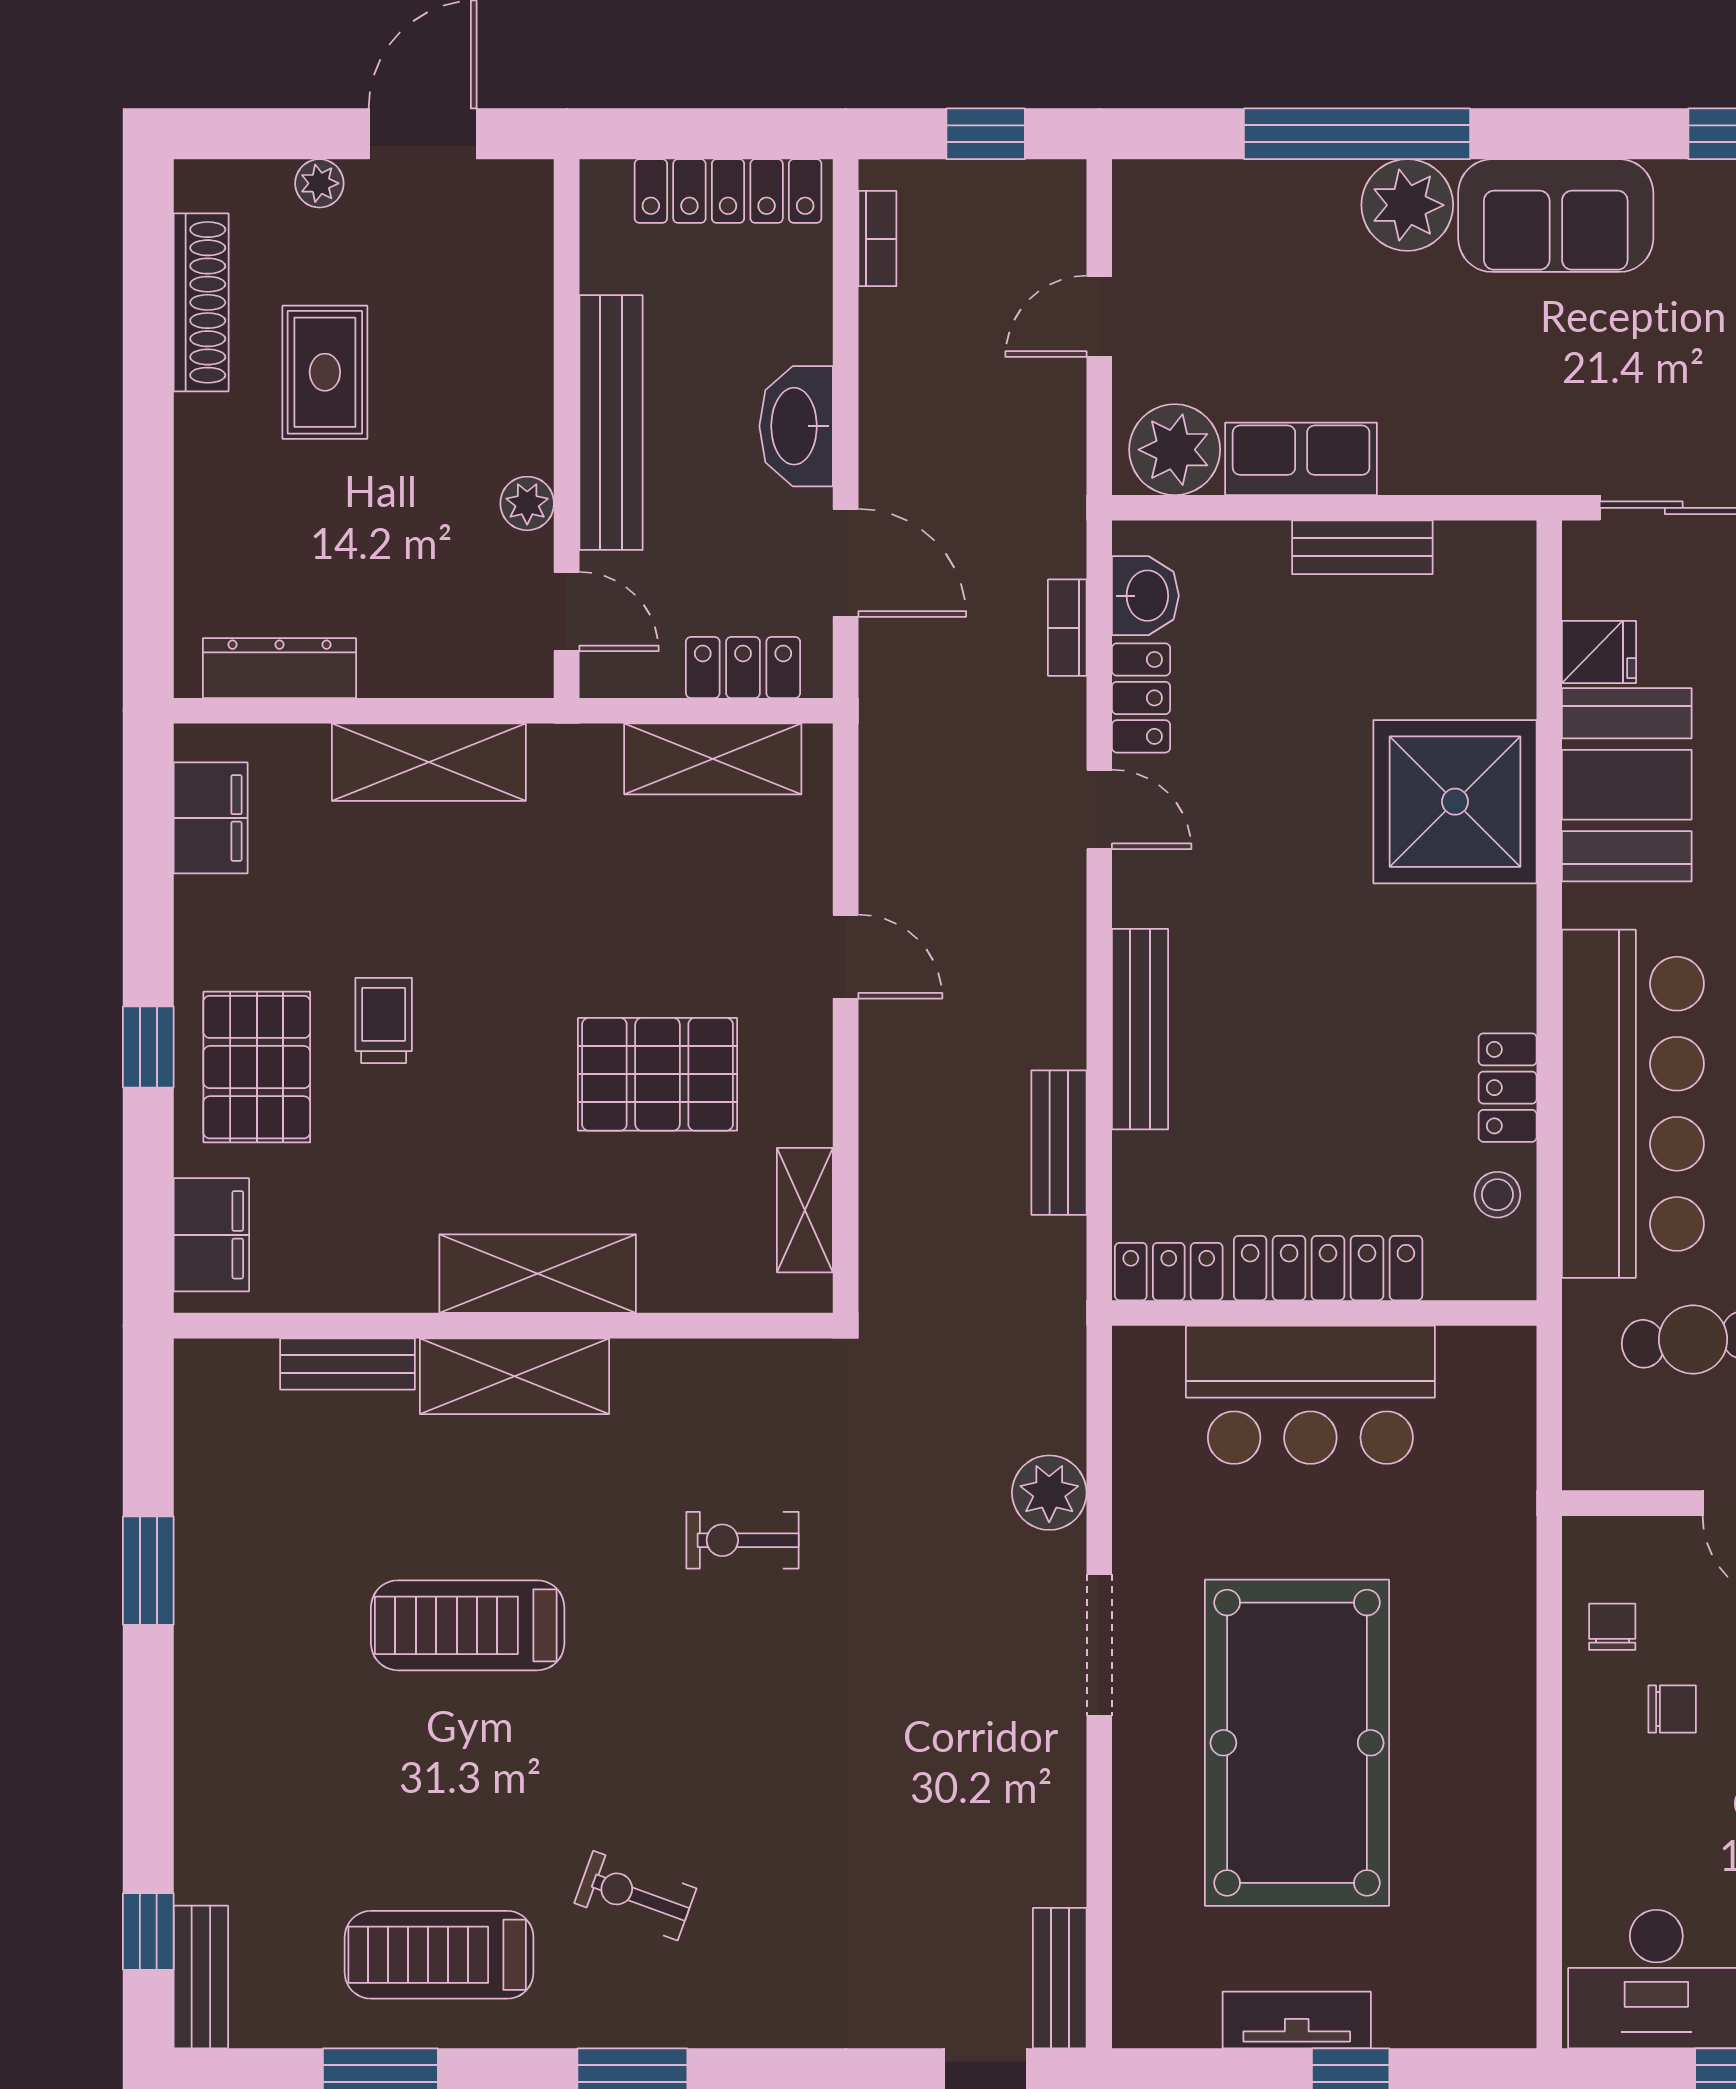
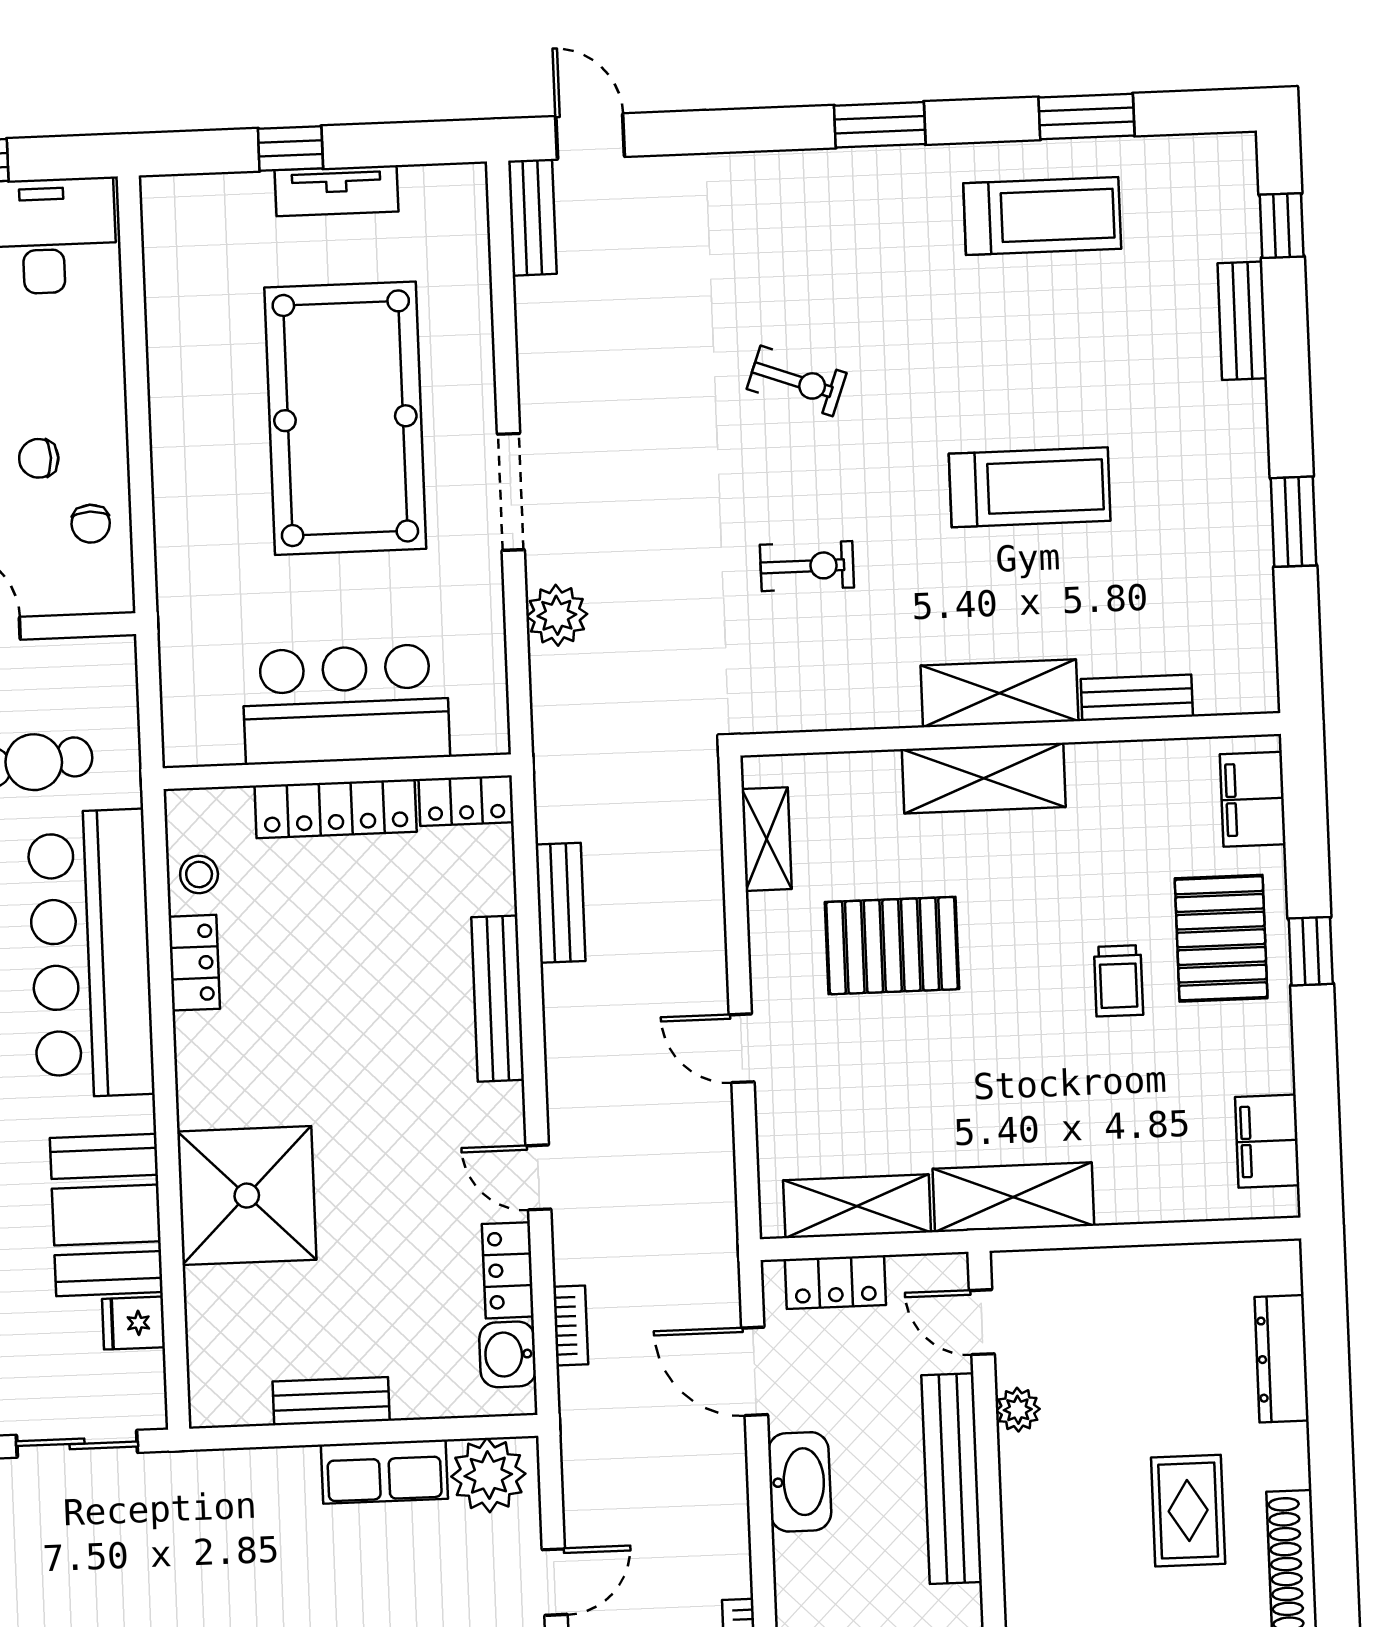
dresser: (279, 668) -> (1282, 1359), moved, turned 90
shelving: (429, 762) -> (1013, 1197), moved
exercise bike: (635, 1896) -> (797, 381), moved
bench: (201, 1977) -> (1242, 321), moved

